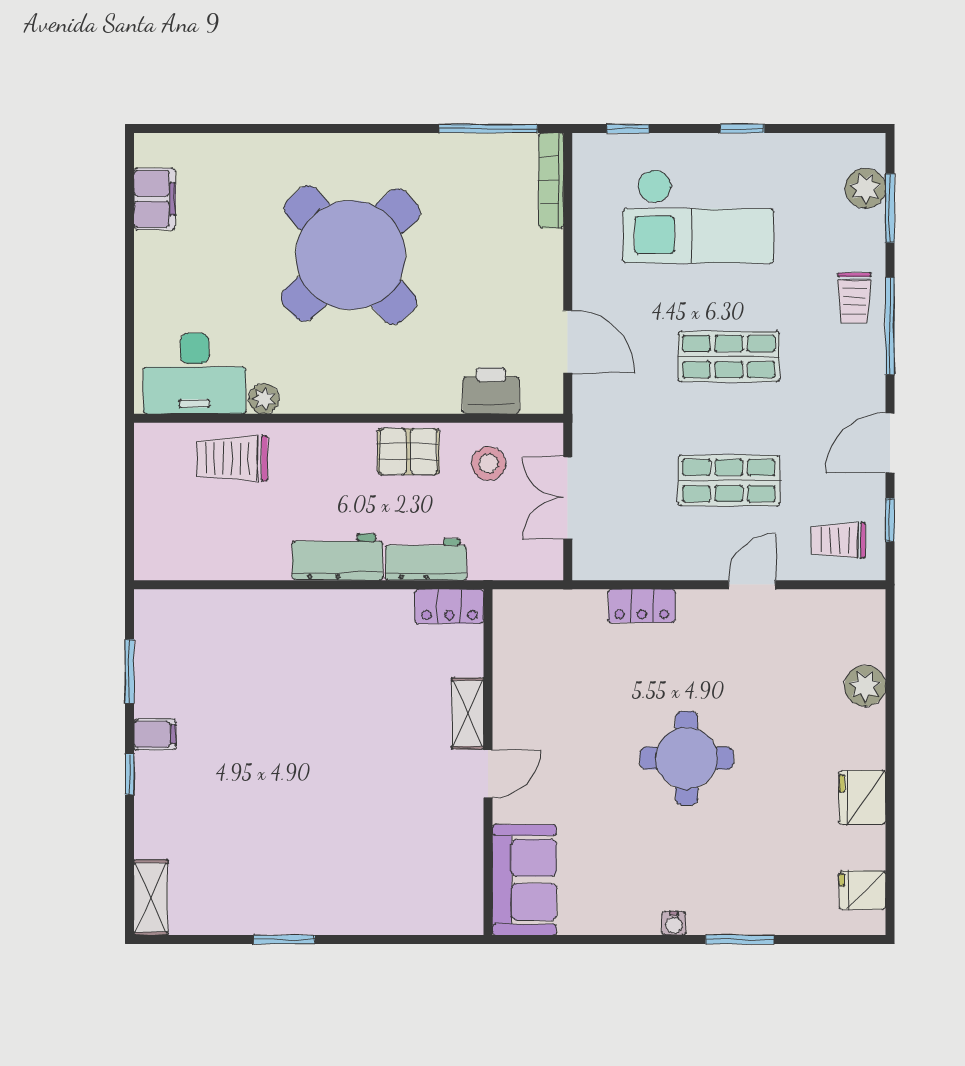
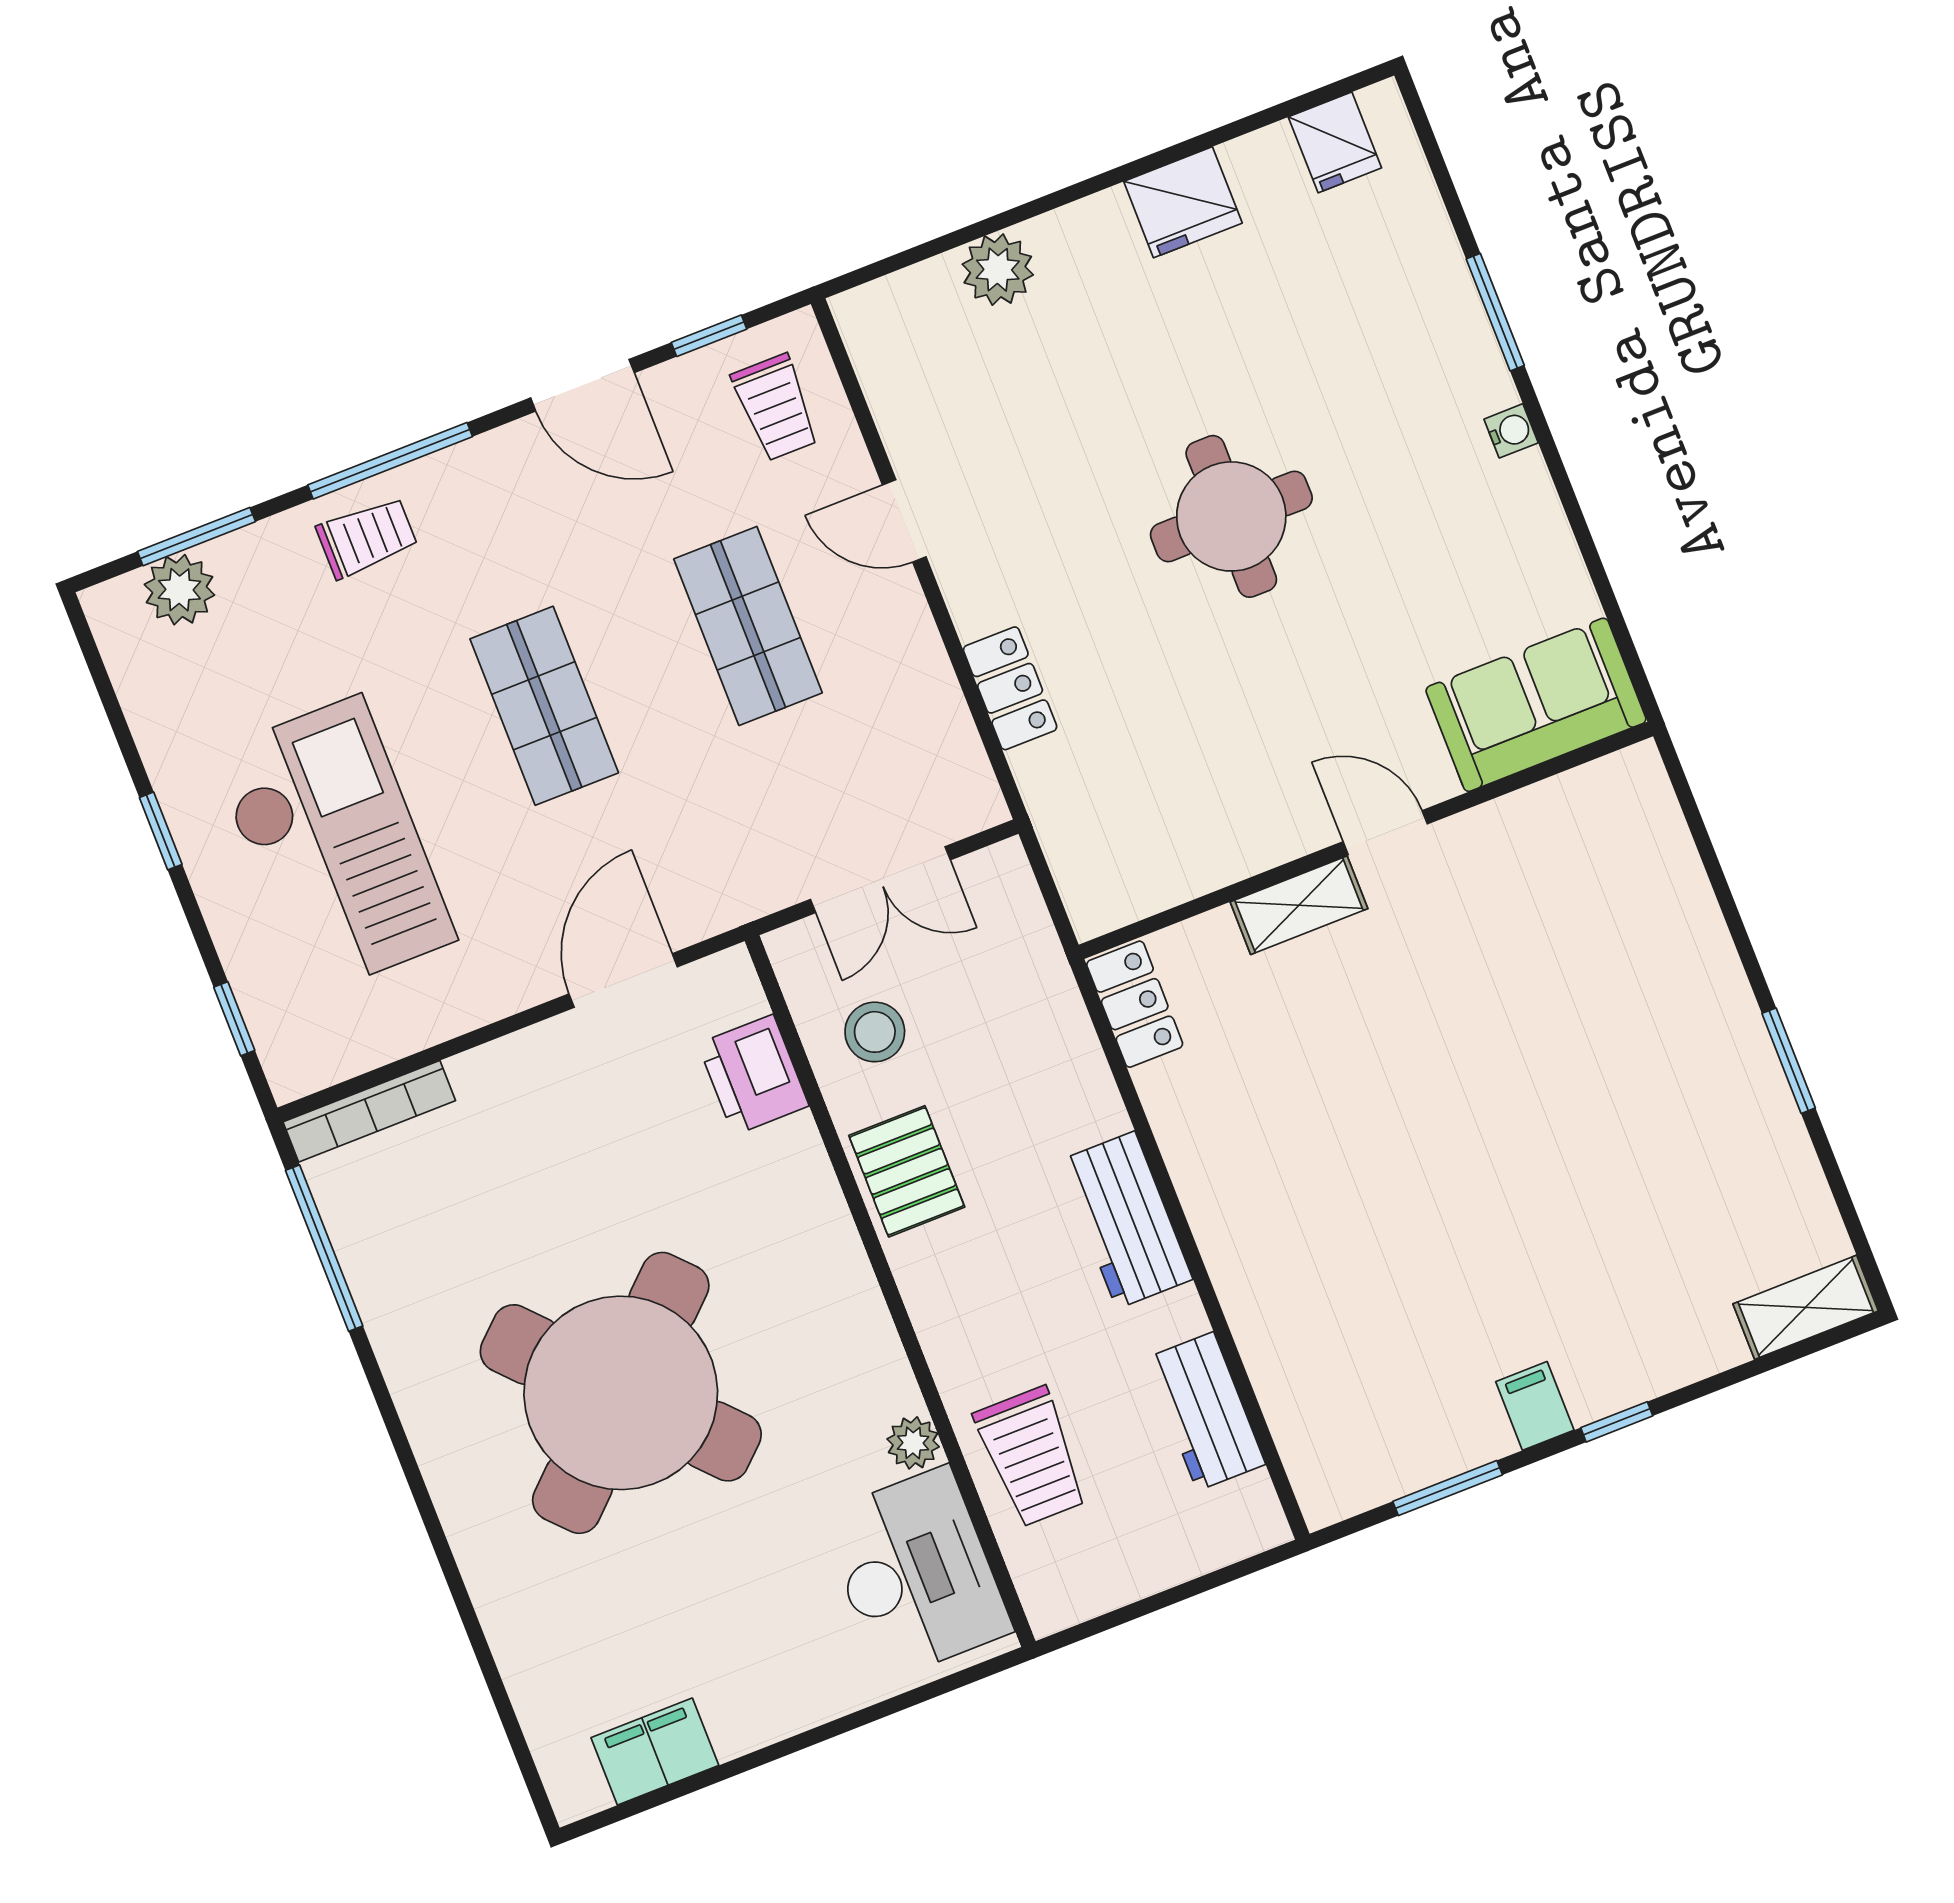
workbench: (426, 559) -> (1205, 1411), moved

